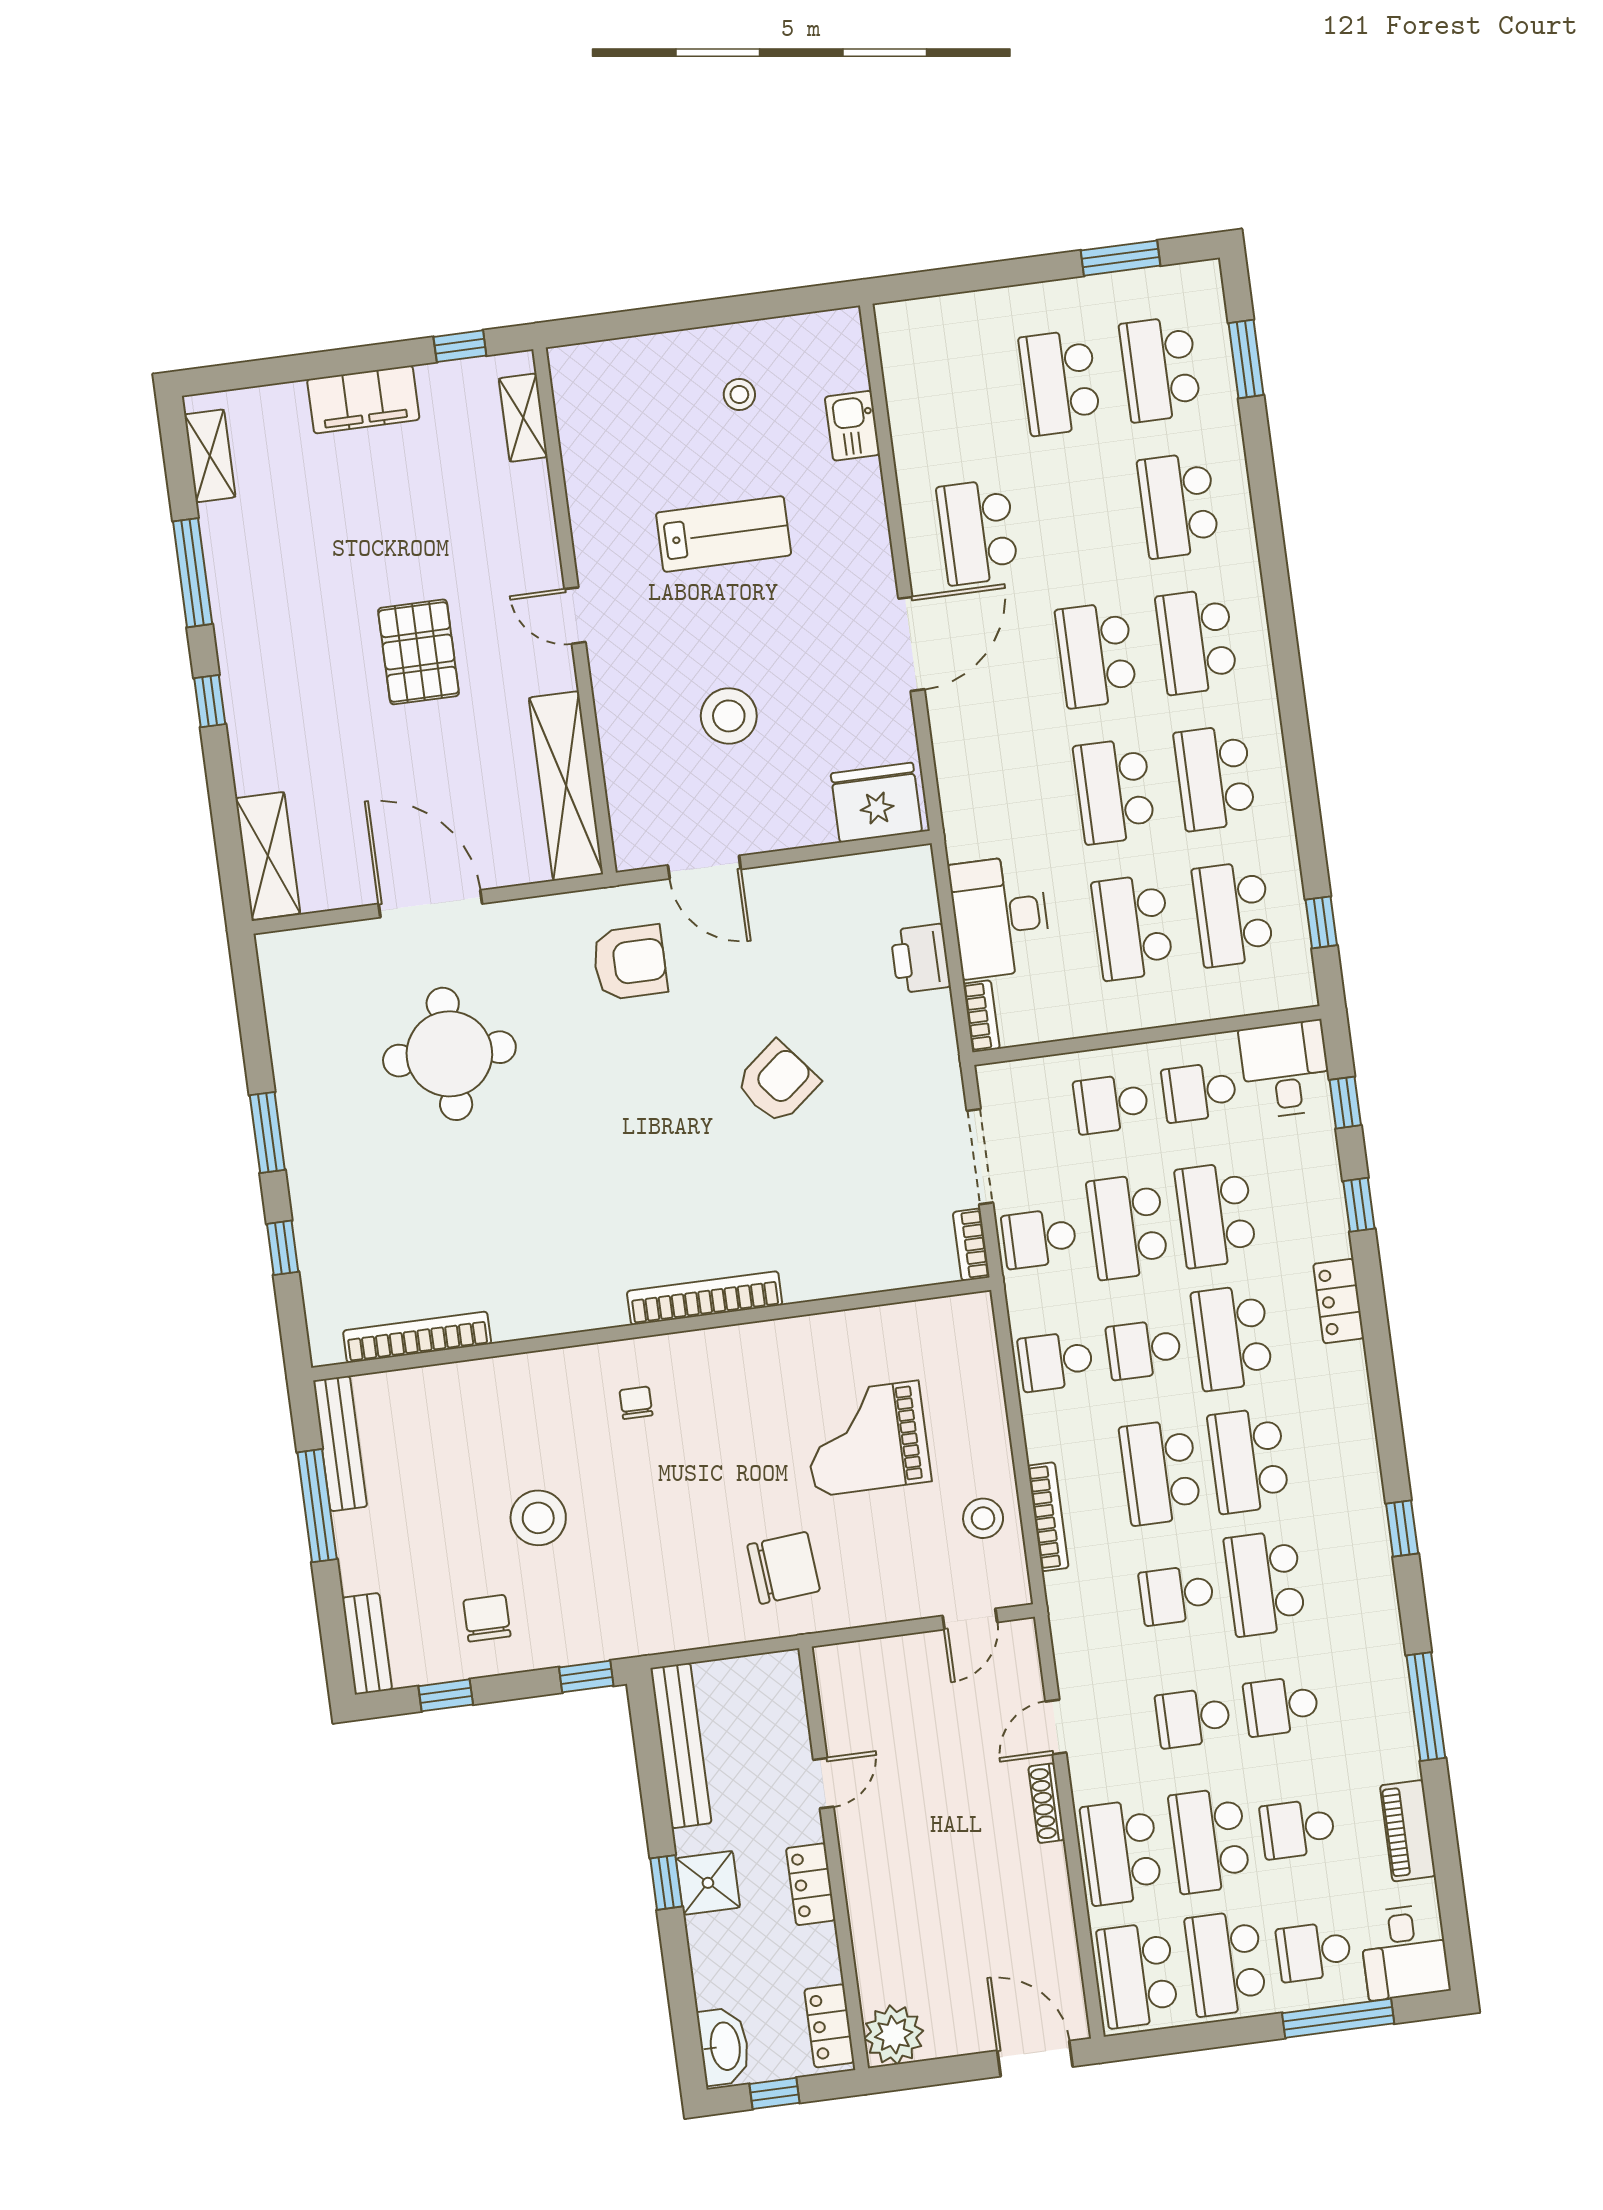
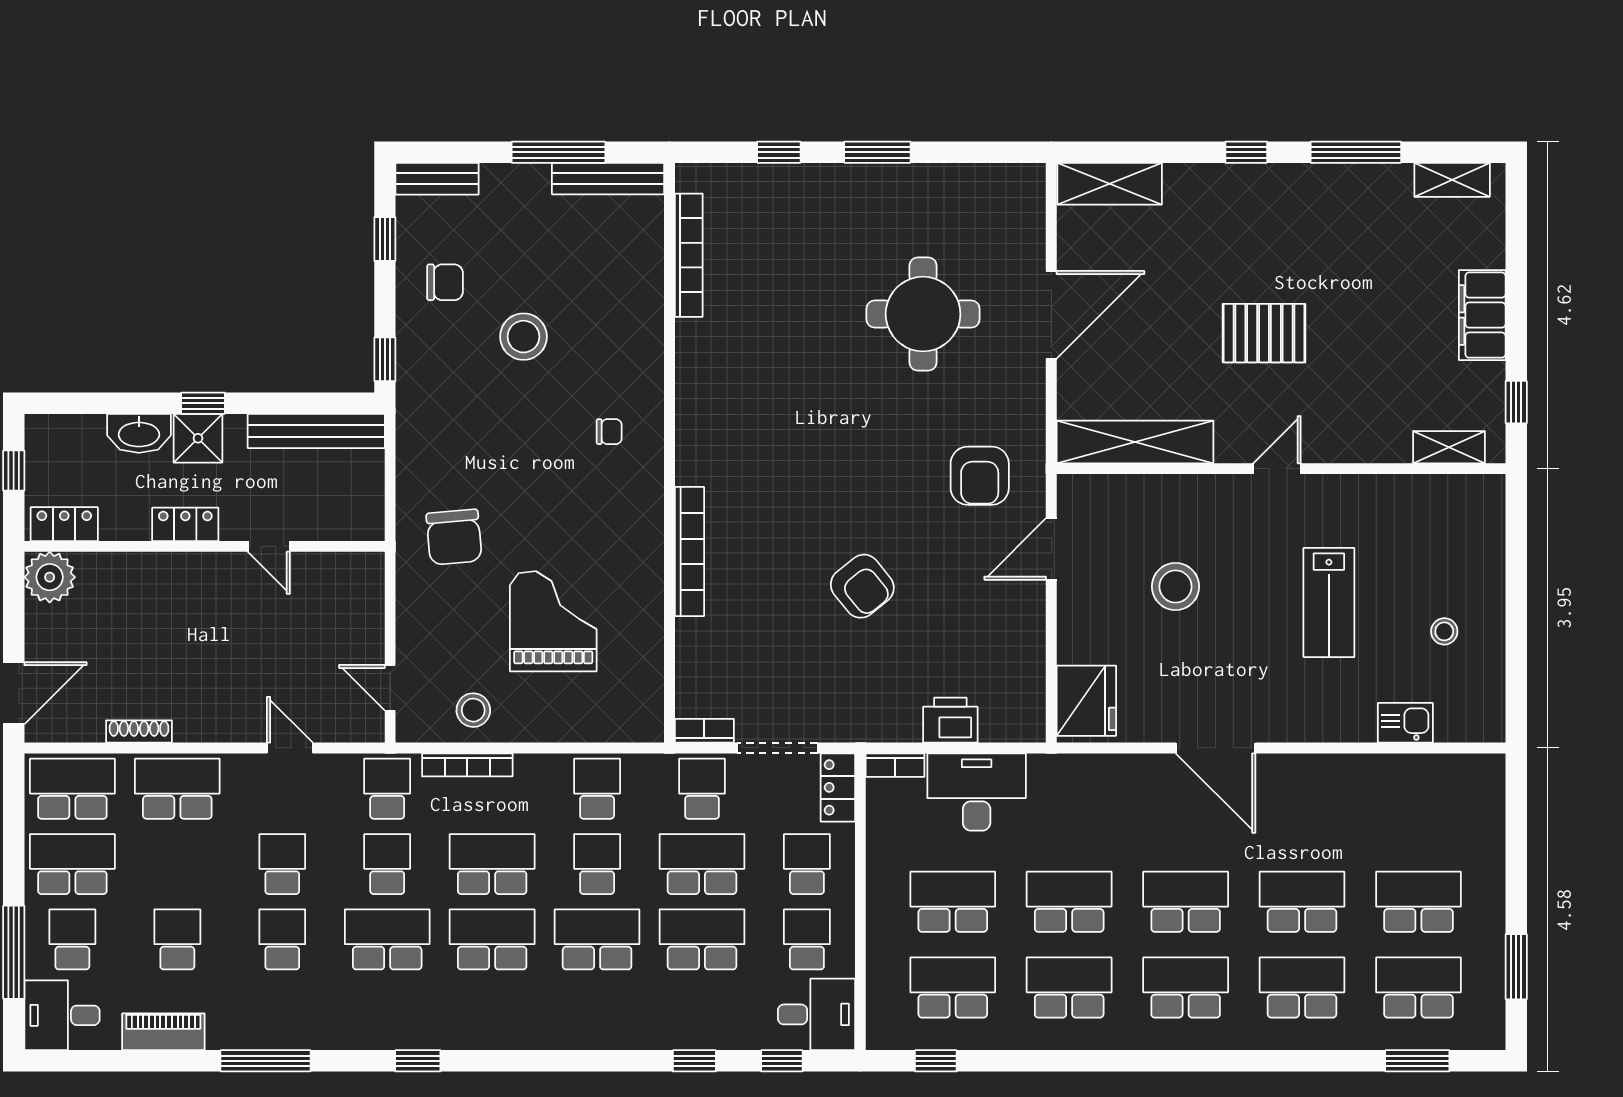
school desk: (978, 532) -> (1302, 902), moved
bookcase: (705, 1298) -> (689, 552), moved
locker: (1339, 1301) -> (838, 787), moved, turned -90
shoe rack: (1046, 1803) -> (139, 731), moved
school desk: (1209, 1841) -> (387, 789), moved, width x0.54
washbasin: (724, 2046) -> (139, 433), moved

